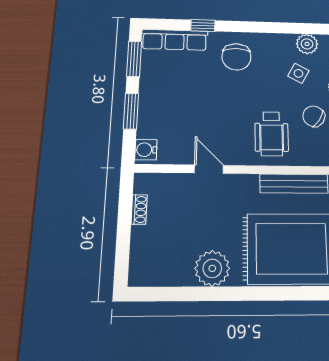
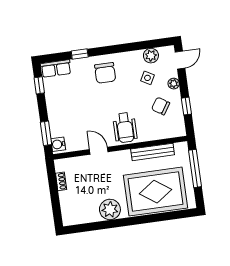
row of seats: (175, 40) -> (56, 68), width x0.68
window: (134, 59) -> (39, 85), width x0.67
window: (131, 111) -> (46, 133), moved
wheelchair: (272, 134) -> (125, 128), moved

